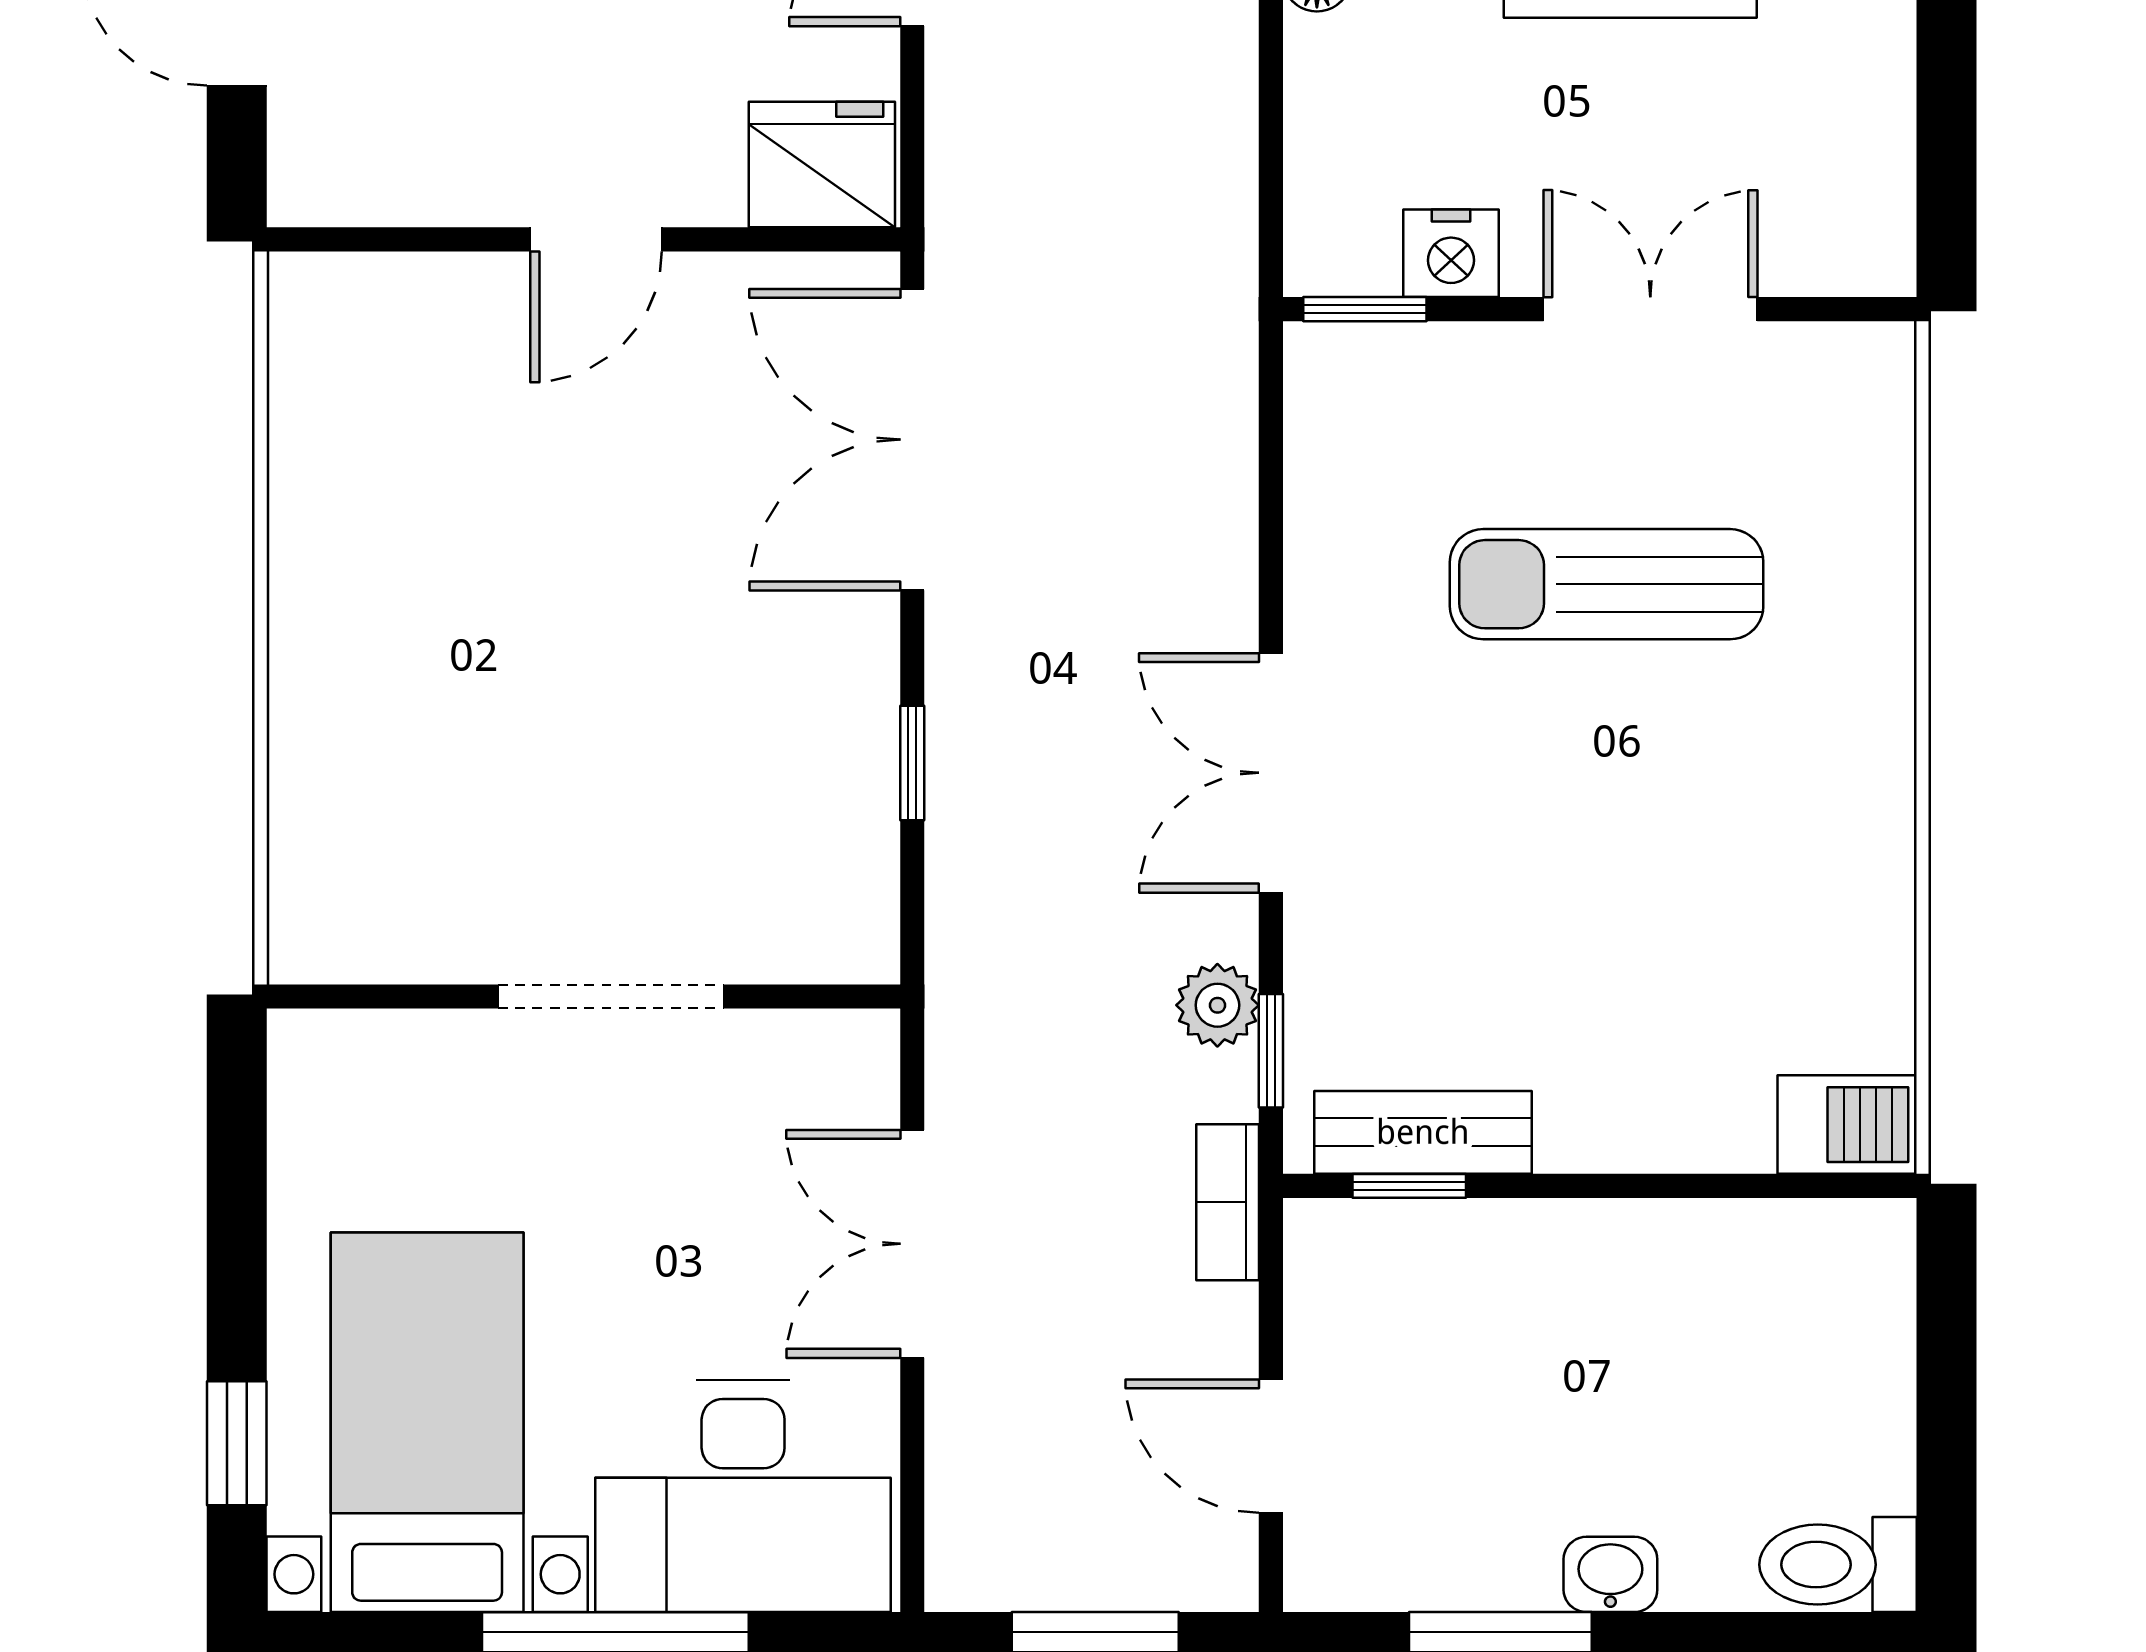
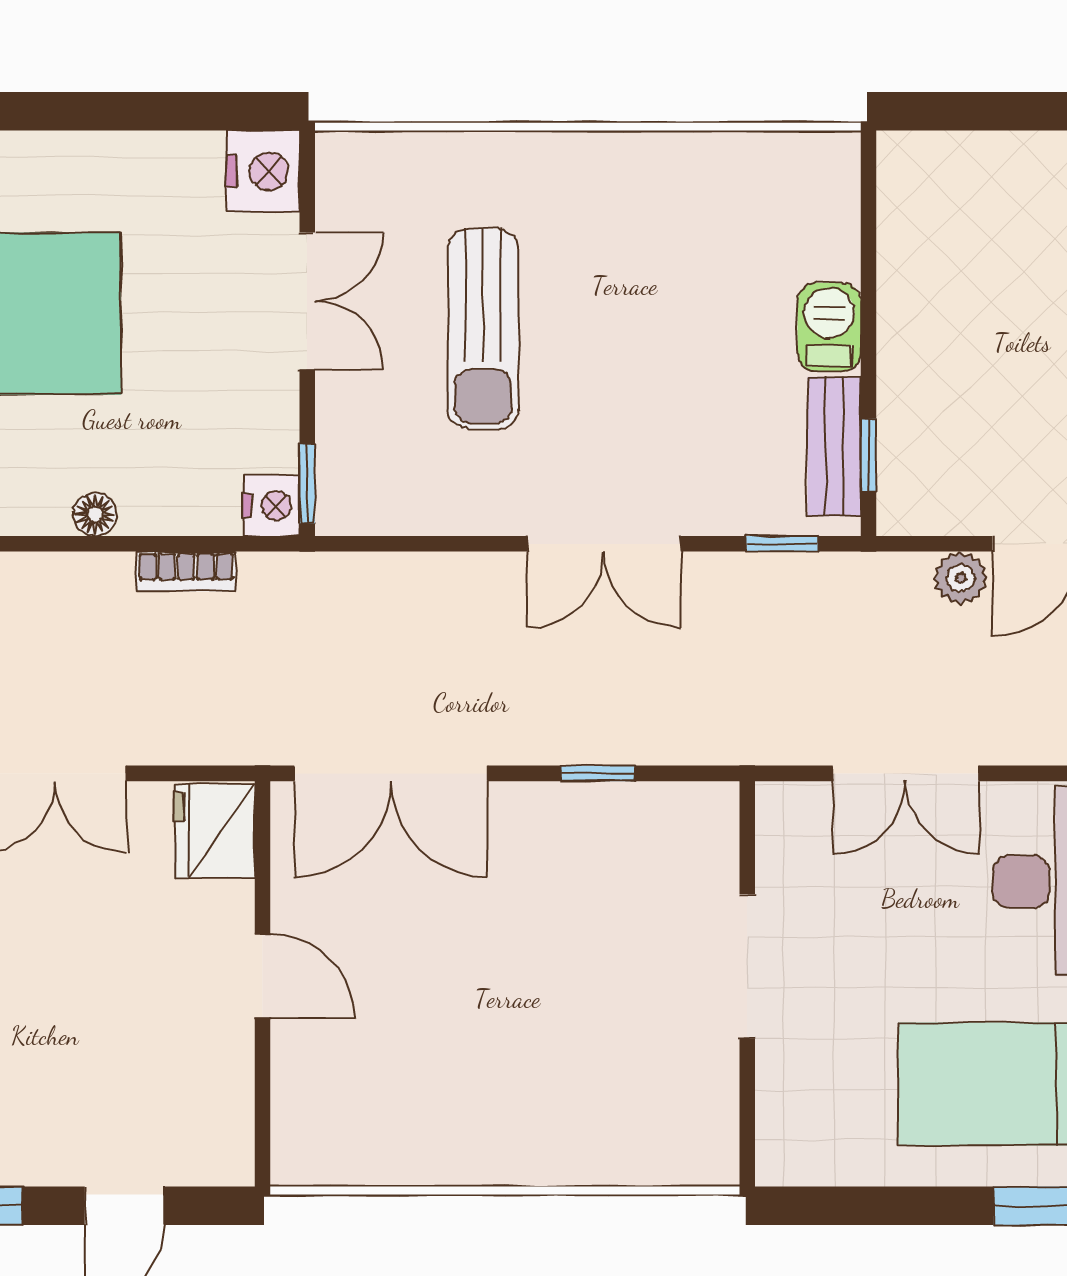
nightstand: (1853, 240) -> (263, 171), added
nightstand: (1451, 253) -> (271, 506), moved
double door: (1650, 309) -> (307, 301), swing flipped
plant: (1217, 1005) -> (961, 578), moved
barbecue: (1847, 1125) -> (829, 327), moved
bookcase: (1228, 1202) -> (186, 571), moved

